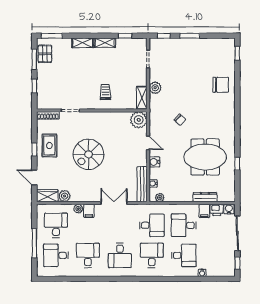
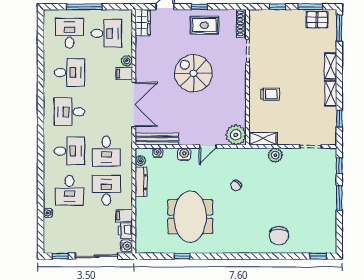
plant: (65, 196) -> (142, 44), removed
dresser: (205, 197) -> (141, 182), moved
double door: (114, 203) -> (134, 105), width x1.37

